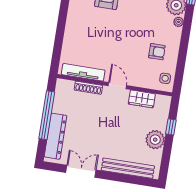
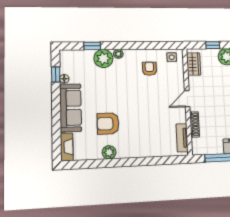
tv unit: (83, 72) -> (182, 138), width x0.71
wardrobe: (142, 99) -> (194, 64), moved

